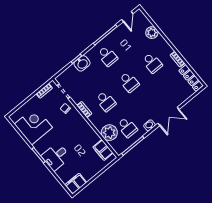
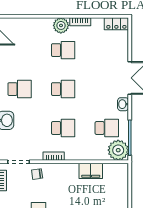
plant: (152, 33) -> (61, 25), moved
locker: (191, 78) -> (116, 24), width x0.66
plant: (109, 133) -> (118, 150), moved
filing cabinet: (103, 150) -> (91, 171), moved

